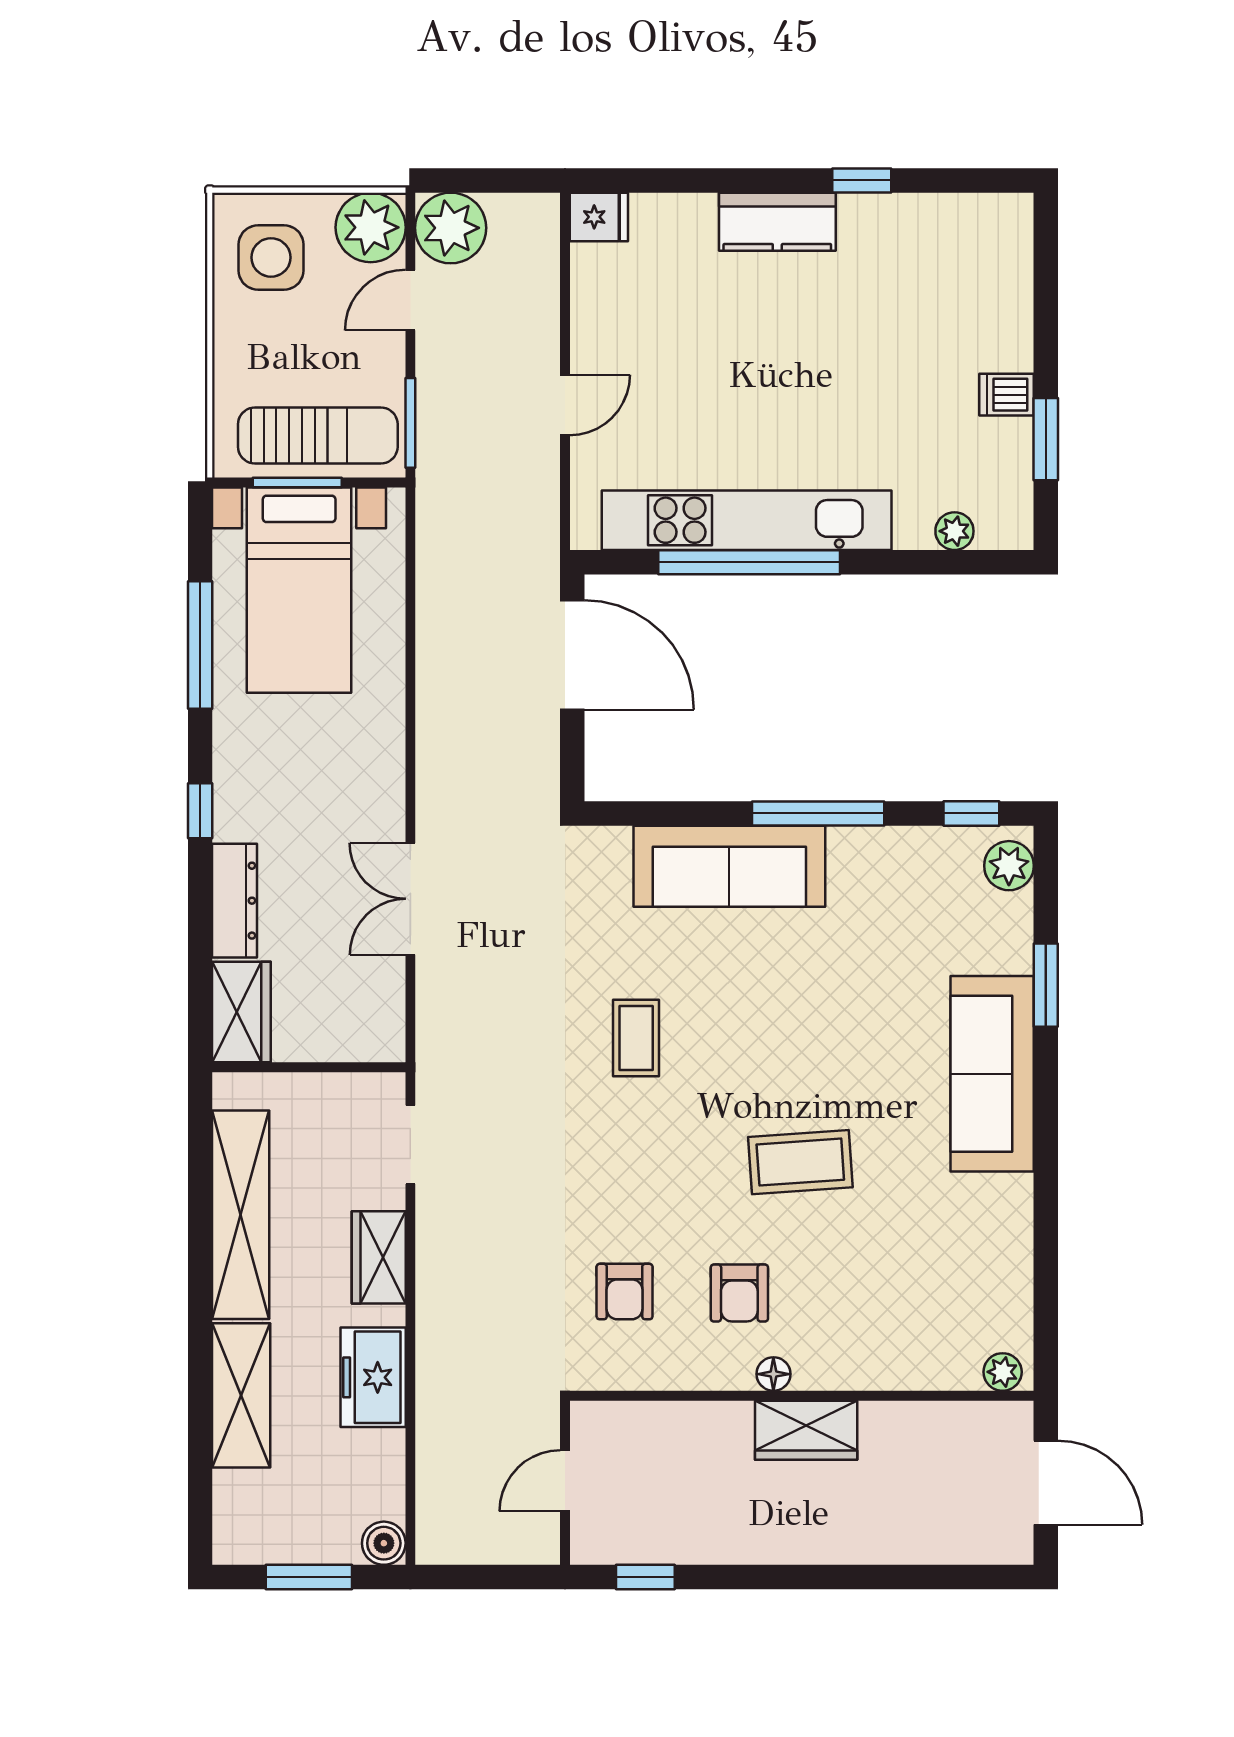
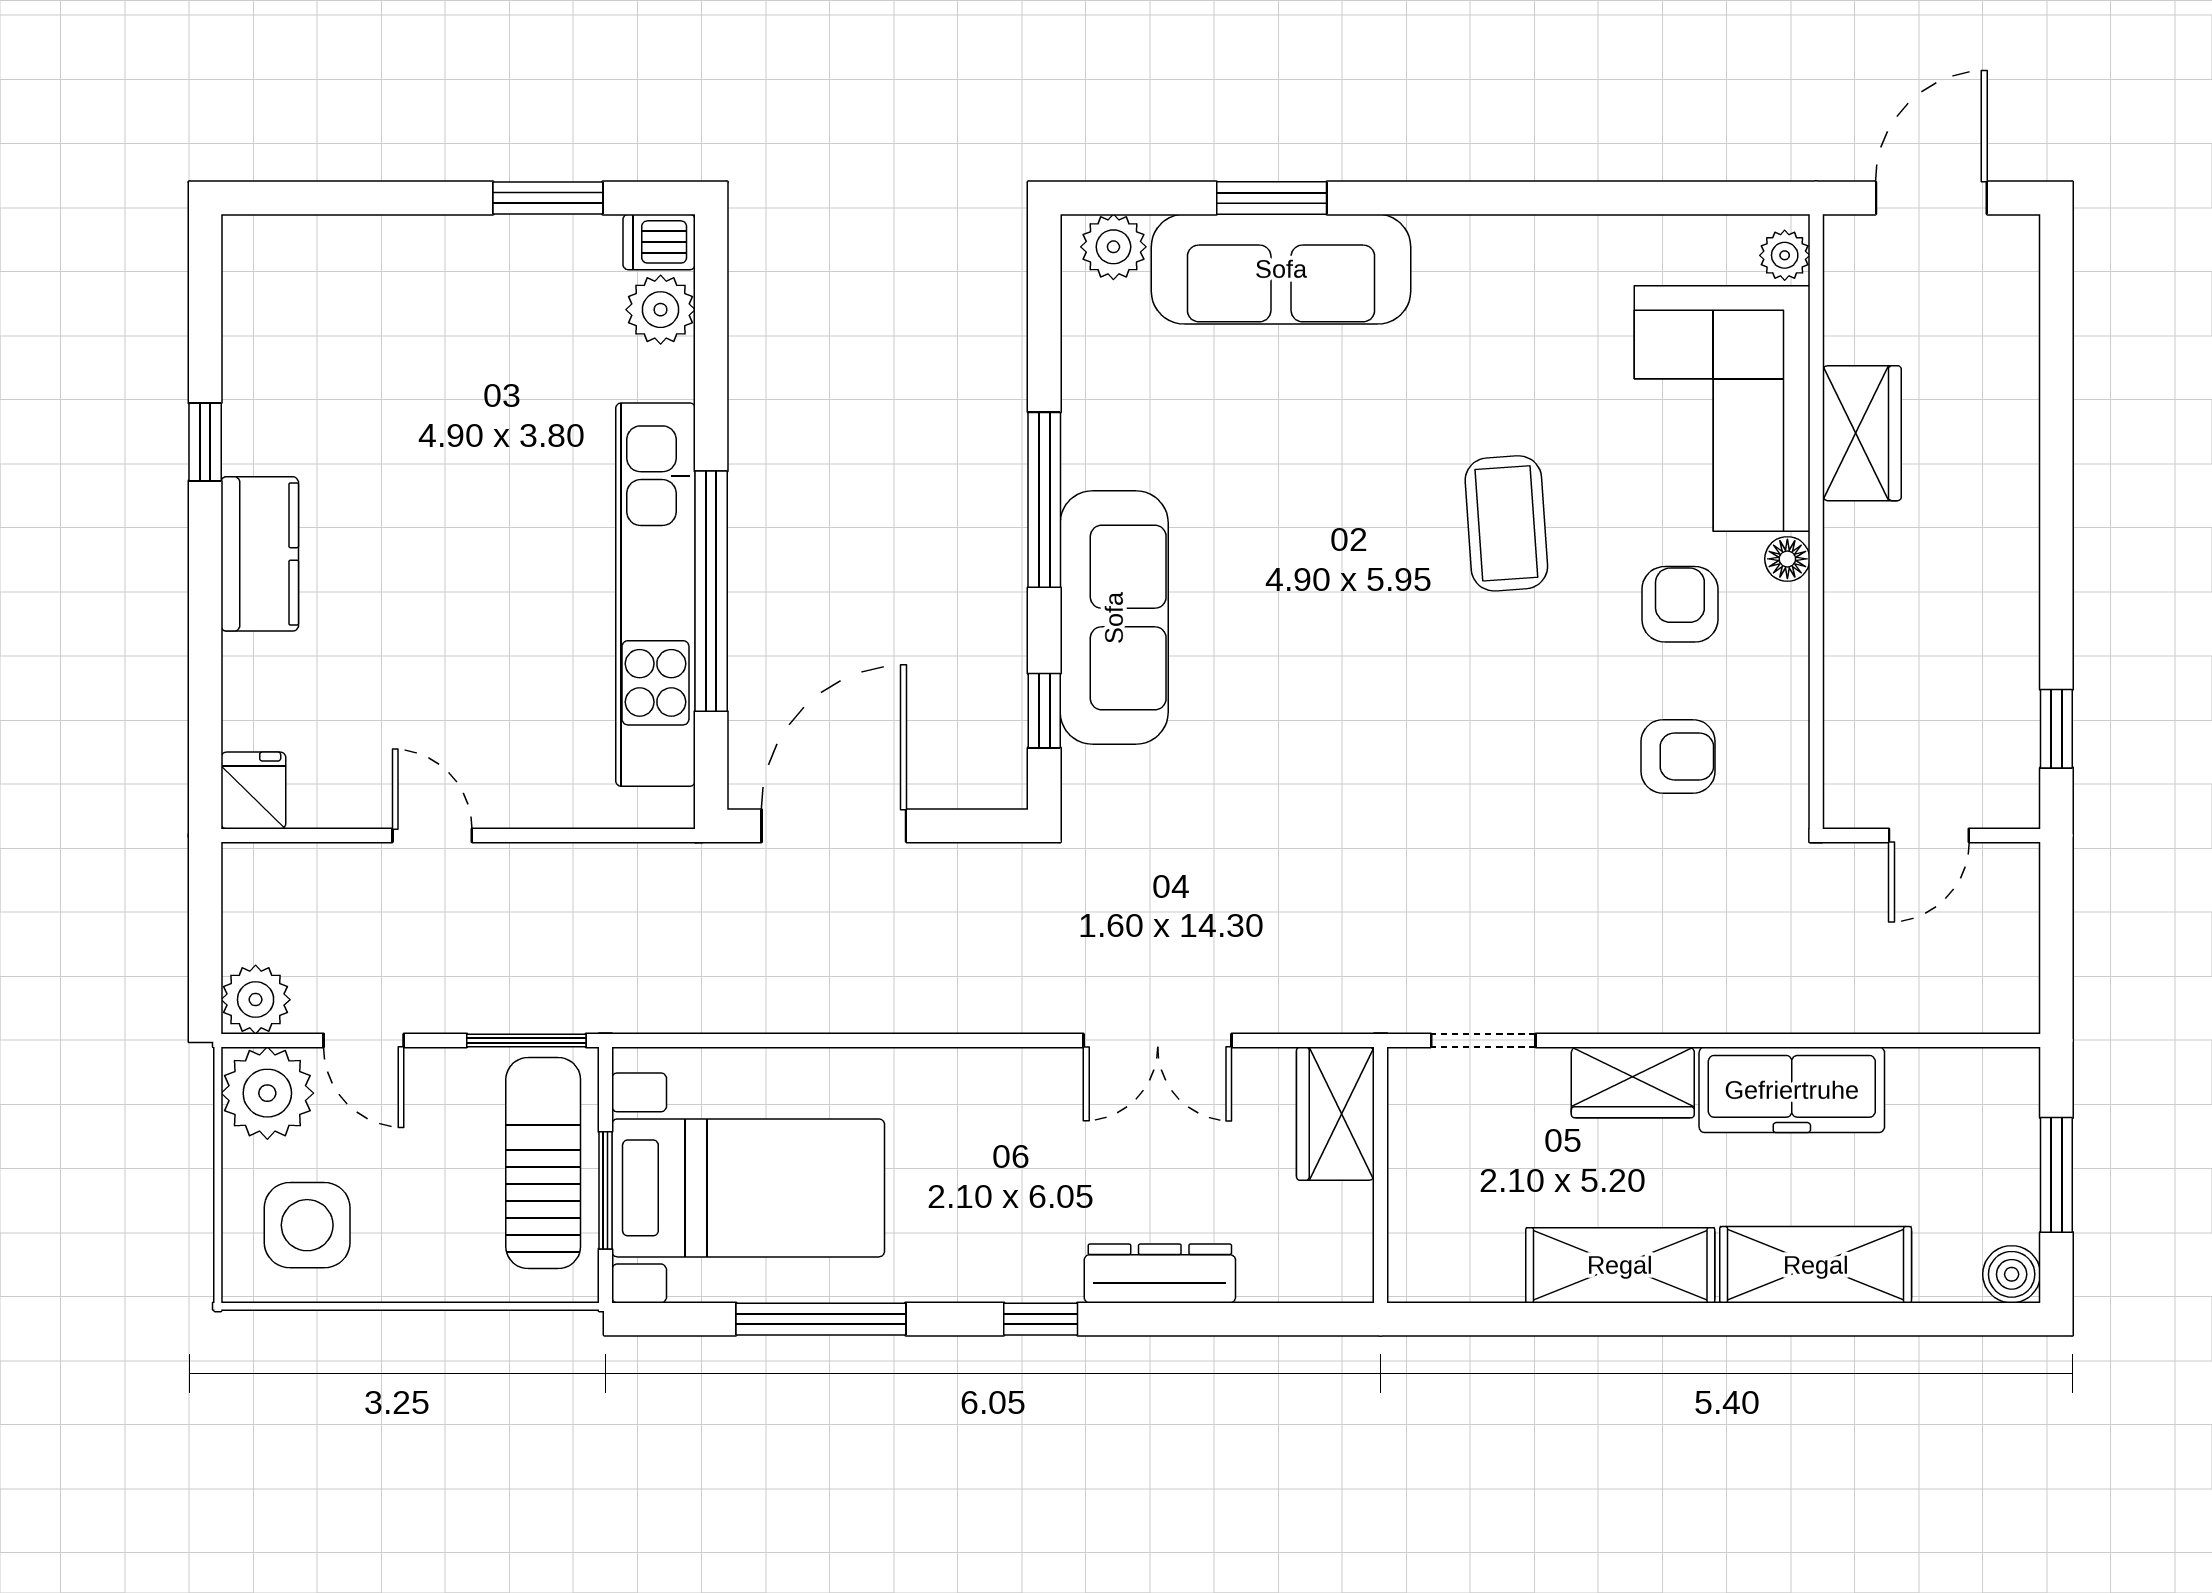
plant: (451, 228) -> (256, 1000), width x0.73, depth x0.73
dishwasher: (1007, 395) -> (659, 242), moved, turned 90
door: (565, 405) -> (432, 835), moved
plant: (954, 531) -> (661, 310), width x1.38, depth x1.38
window: (971, 813) -> (1044, 711), moved
wardrobe: (241, 1012) -> (1335, 1114), moved, turned -90
coffee table: (636, 1038) -> (1342, 741), removed
sofa: (992, 1074) -> (1281, 269), moved
shelving: (241, 1215) -> (1620, 1265), width x0.68
armchair: (739, 1293) -> (1680, 604), turned -90
corner sofa: (887, 1325) -> (1722, 408), added
freezer: (373, 1377) -> (1792, 1090), width x1.40
wardrobe: (806, 1430) -> (1862, 433), moved
door: (565, 1481) -> (1929, 835), hinge flipped
boiler: (384, 1543) -> (2012, 1274), moved

